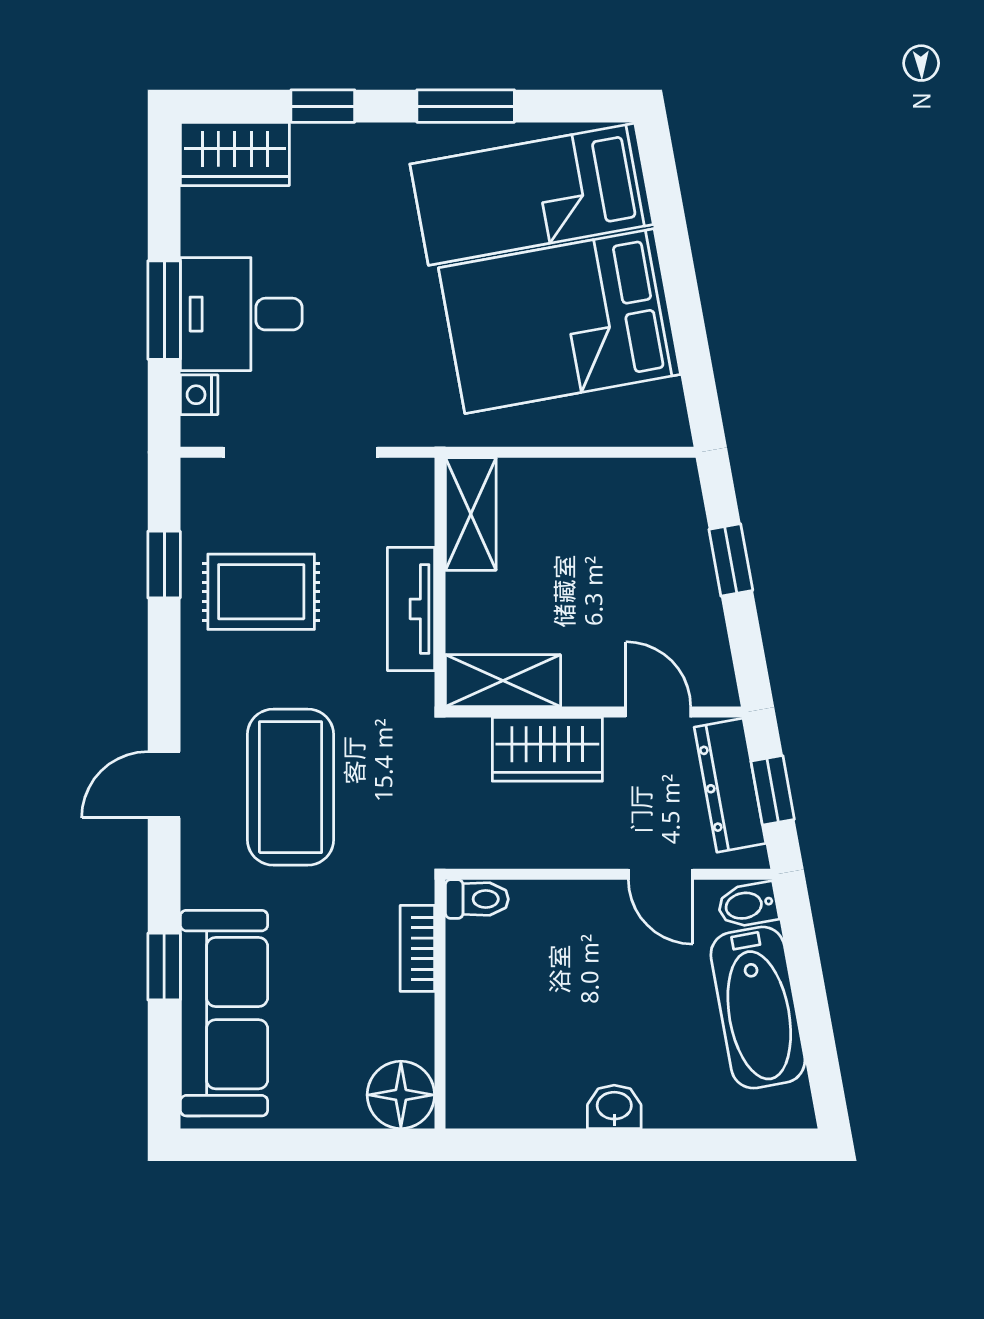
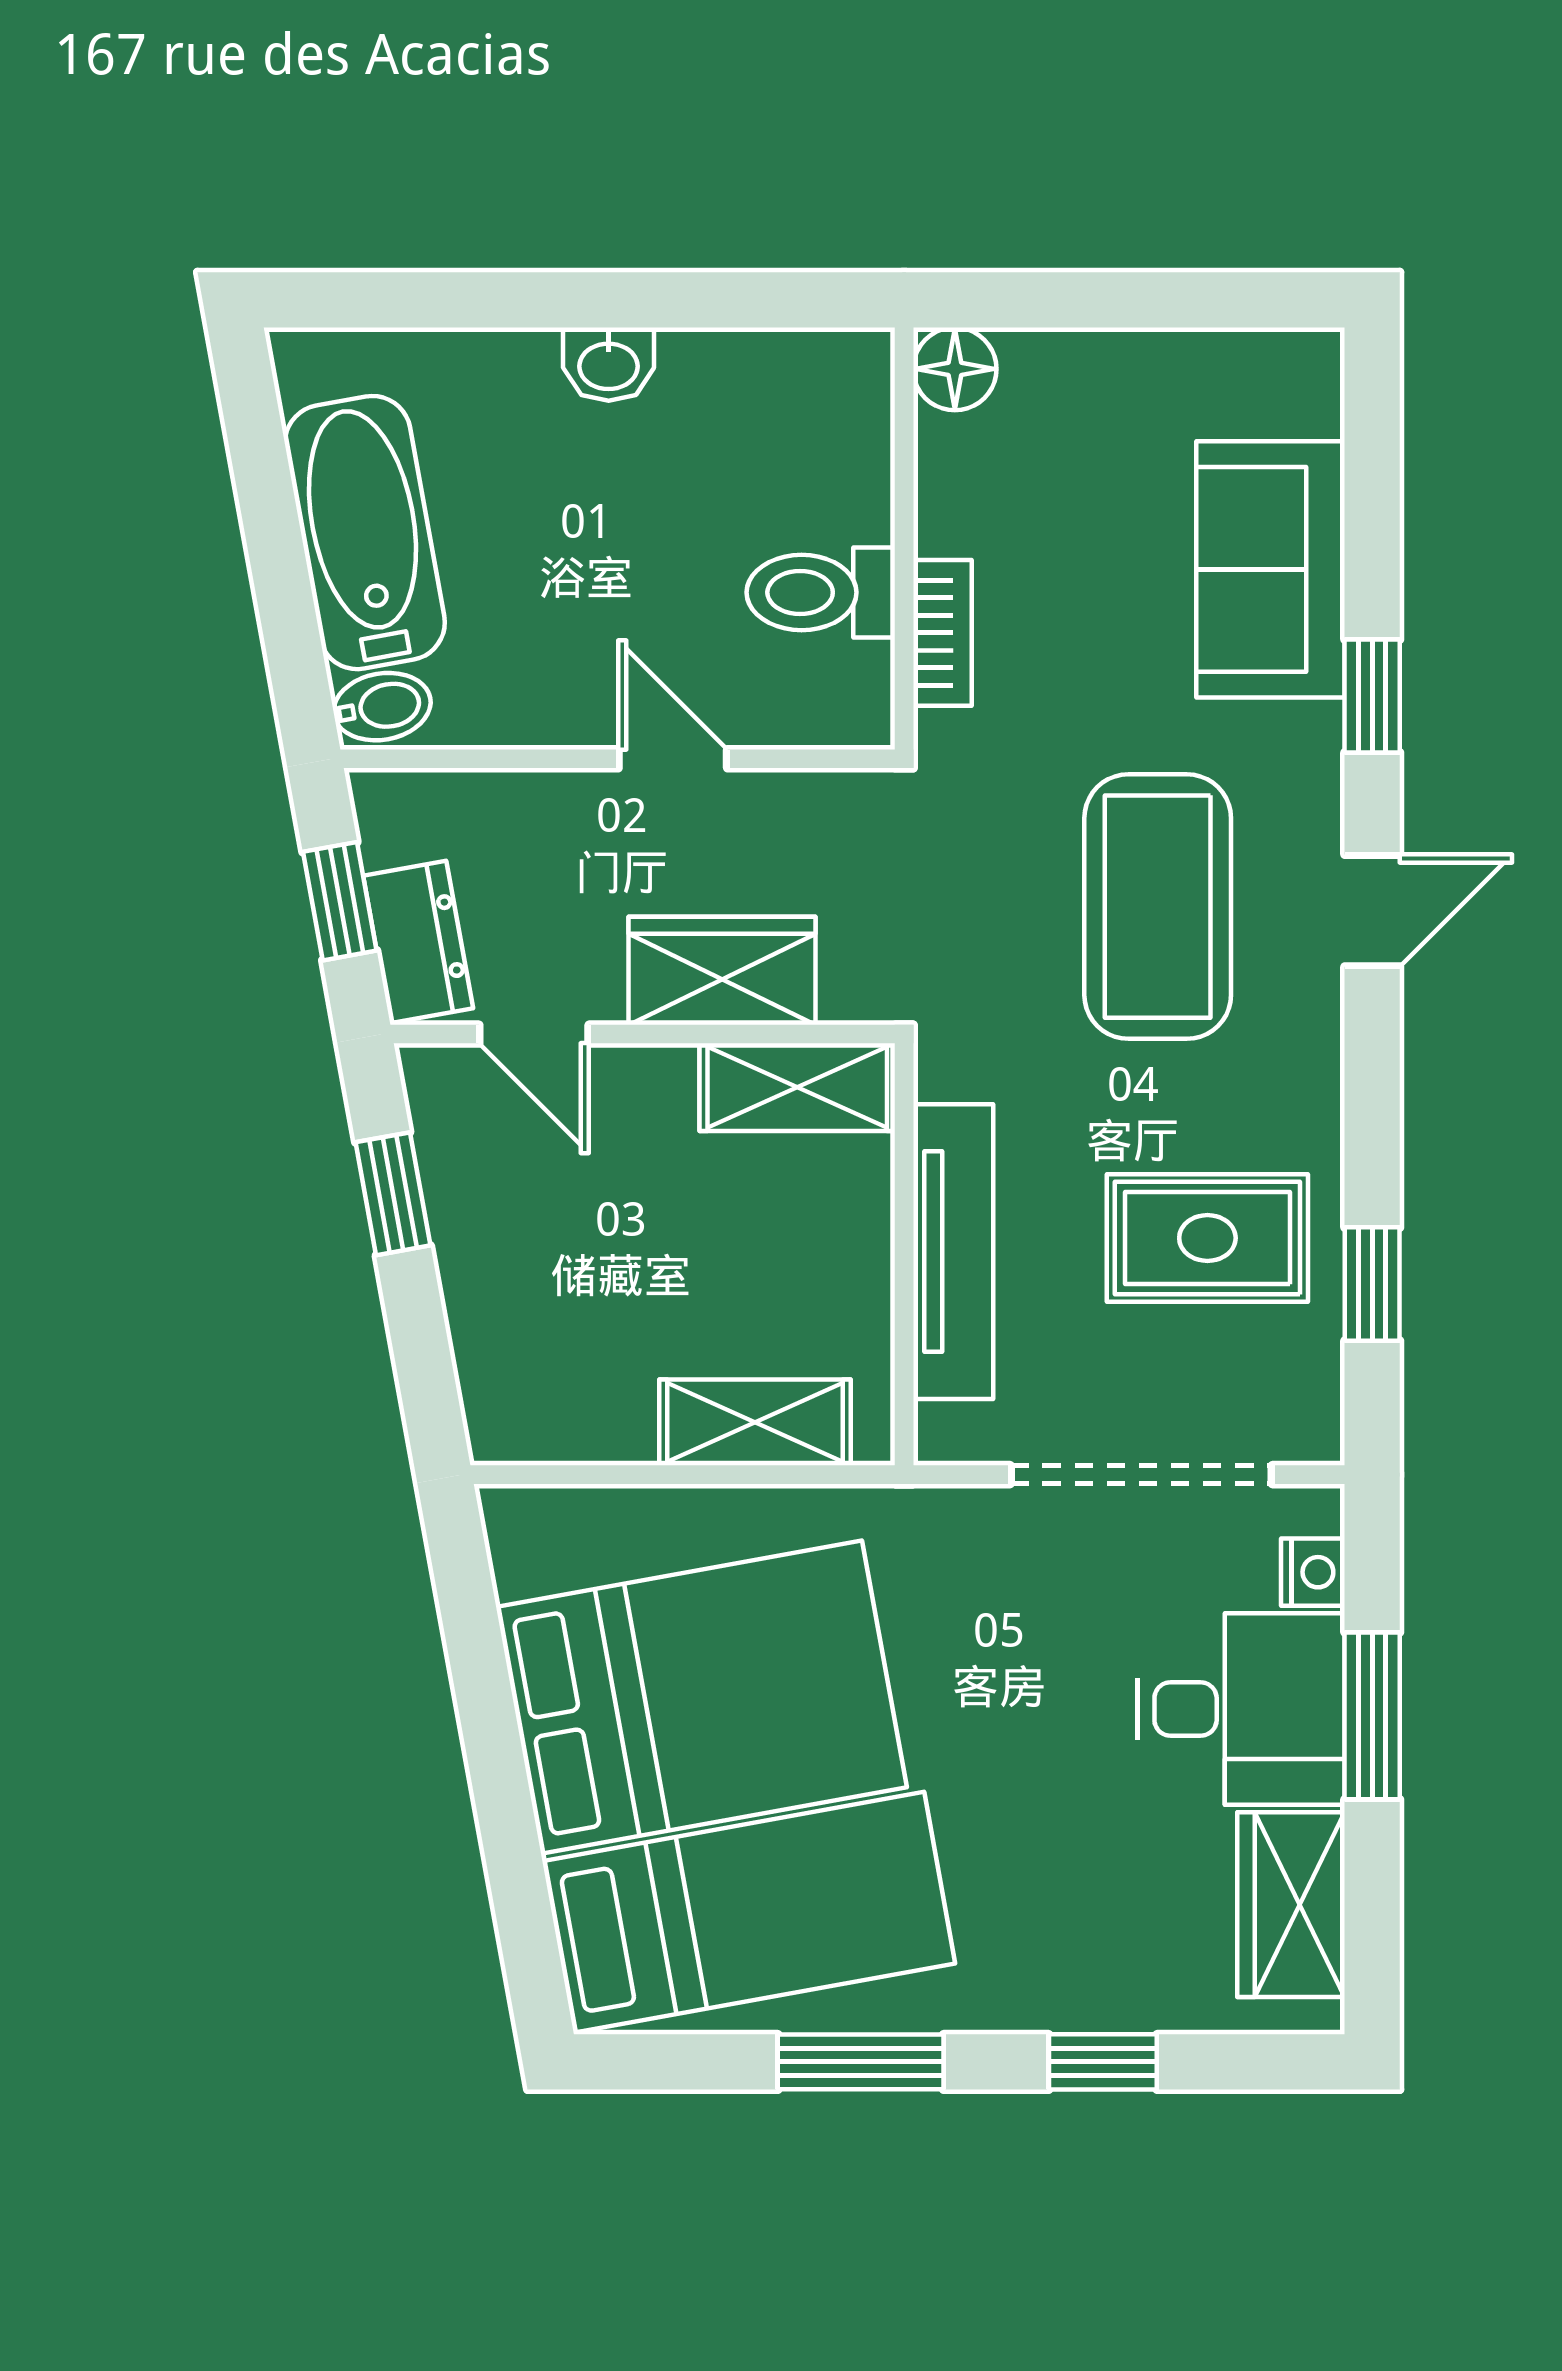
wardrobe: (235, 154) -> (1291, 1905), moved, turned -90
shelving: (471, 514) -> (755, 1422), moved, turned 90
window: (731, 560) -> (393, 1194), moved
tv unit: (411, 609) -> (953, 1252), width x1.41
dresser: (730, 785) -> (418, 942), width x0.70
door: (661, 874) -> (673, 759), moved
toilet: (477, 899) -> (821, 592), moved, width x1.37, depth x1.39
window: (164, 967) -> (1372, 696), moved
sofa: (224, 1013) -> (1271, 569), width x0.73
floor lamp: (401, 1095) -> (955, 369), width x0.73, depth x0.73

